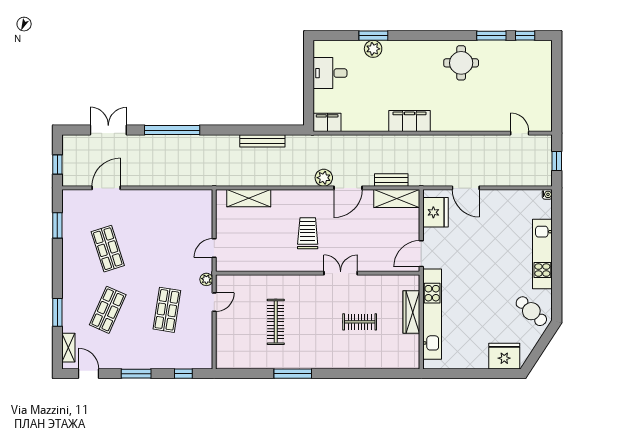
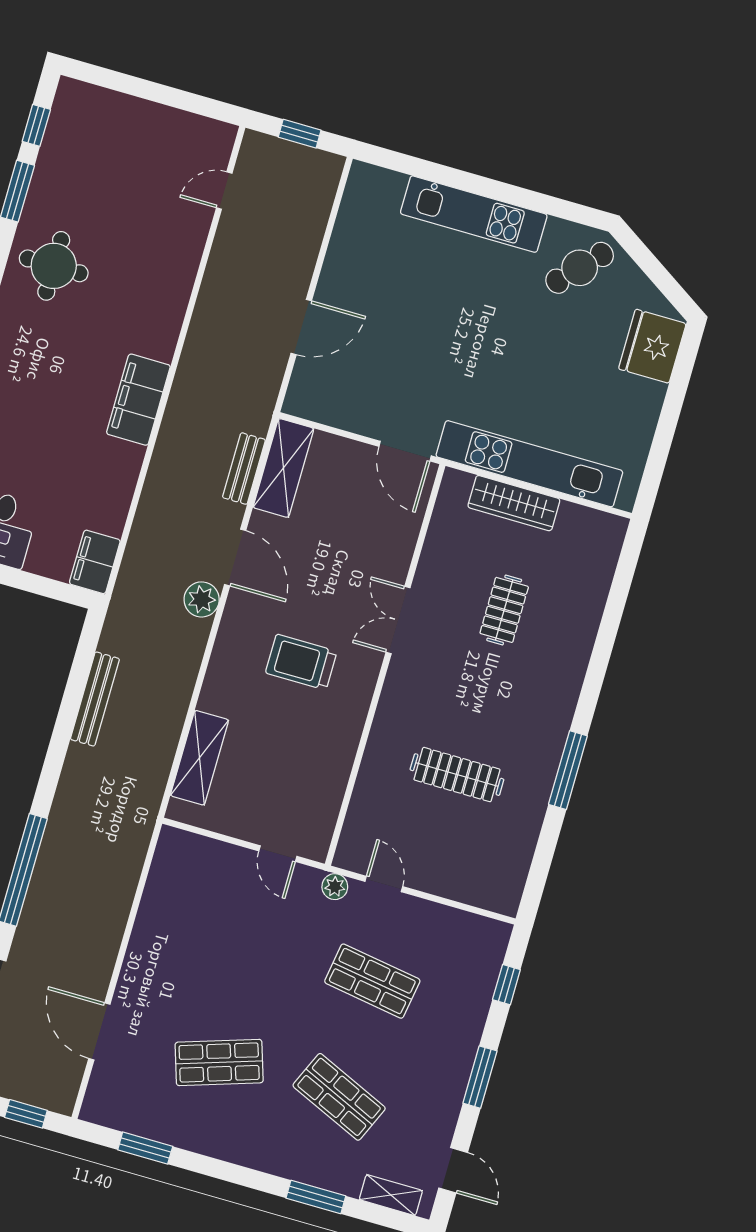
water cooler: (547, 194) -> (360, 171), removed
fridge: (435, 212) -> (332, 400), removed
door: (89, 374) -> (453, 1170), swing flipped

